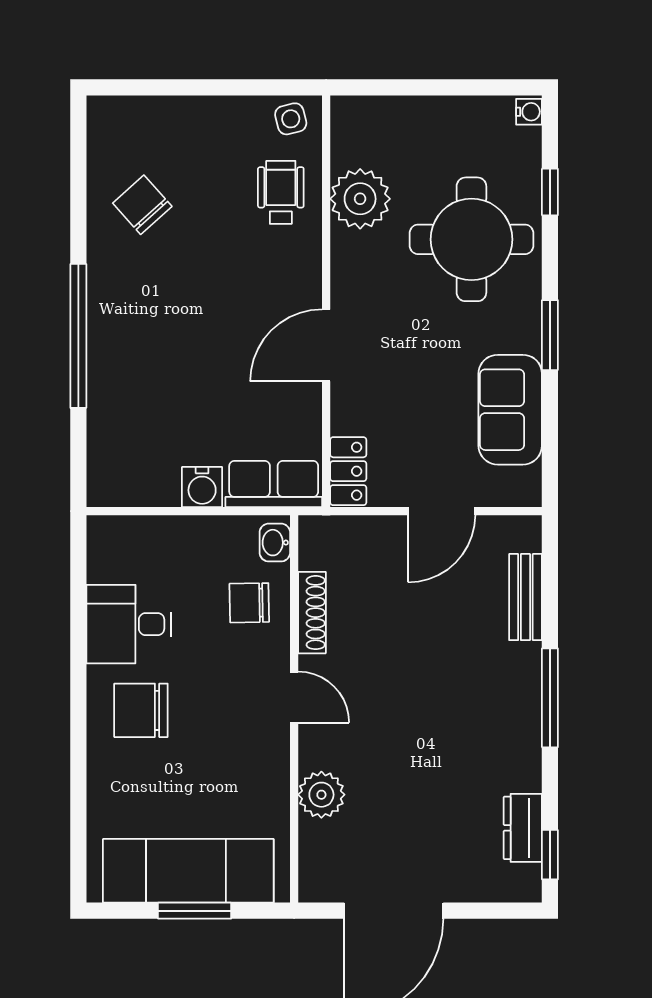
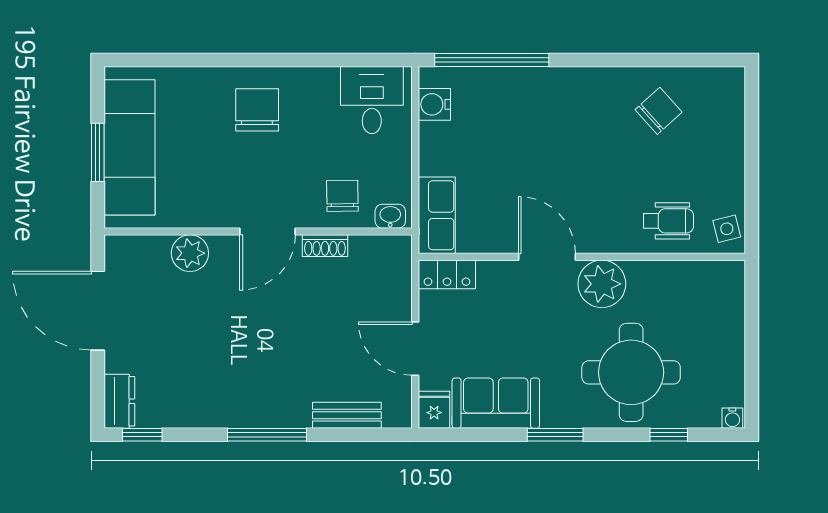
plant: (360, 199) -> (602, 284), moved
window: (78, 336) -> (492, 60), moved
water cooler: (202, 487) -> (434, 104), moved
fridge: (518, 487) -> (434, 410), added
shoe rack: (312, 613) -> (325, 246), width x0.70
desk: (129, 624) -> (372, 100), moved
door: (294, 697) -> (268, 231), width x1.38
dresser: (523, 828) -> (119, 401), moved, turned 90

